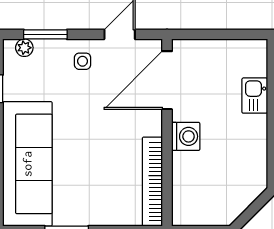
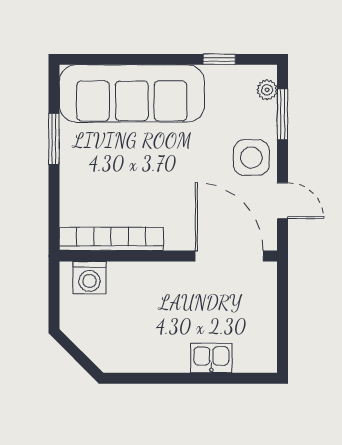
side table: (83, 61) -> (251, 158), width x1.87, depth x1.87
washing machine: (186, 136) -> (89, 278), moved

